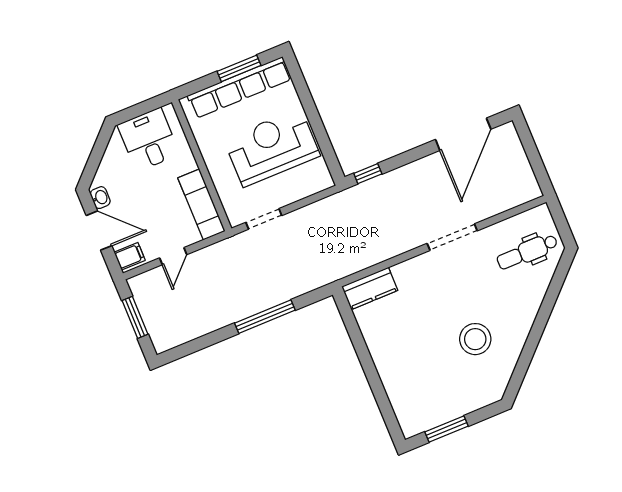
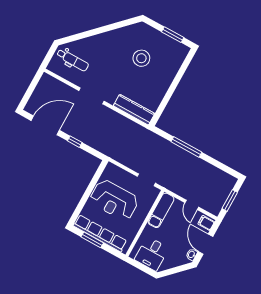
window: (368, 174) -> (75, 142), moved
door: (173, 256) -> (192, 205), swing flipped
kitchen counter: (370, 288) -> (134, 110), width x1.50
stool: (475, 339) -> (141, 58), moved

